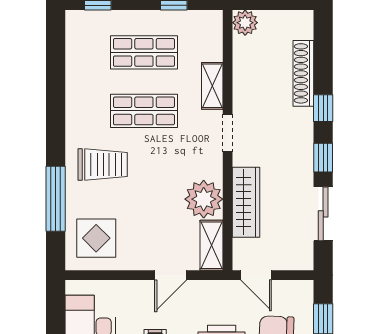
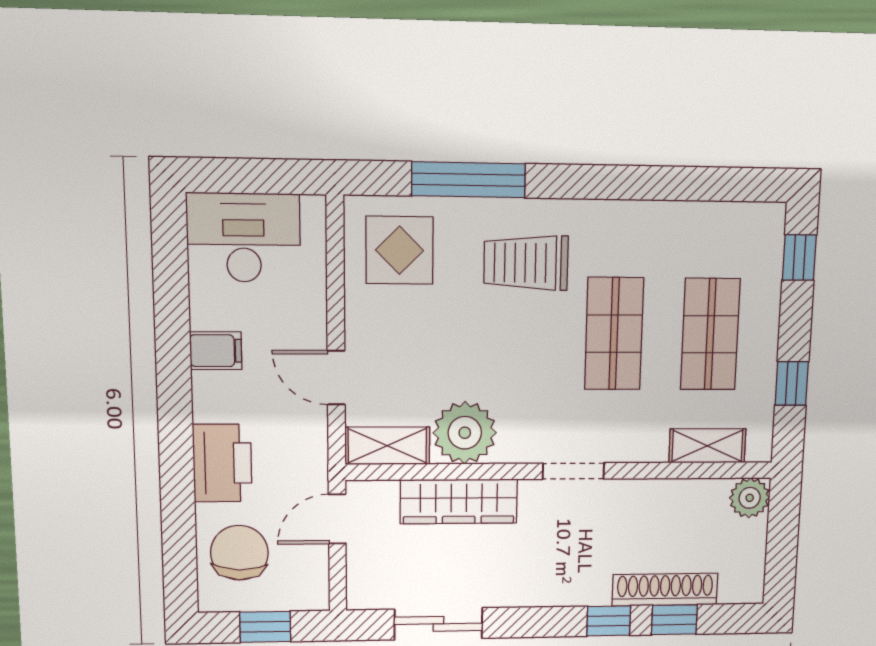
shelving: (212, 86) -> (707, 446), moved
window: (323, 158) -> (674, 620), moved
trolley: (103, 164) -> (526, 263), turned 90

